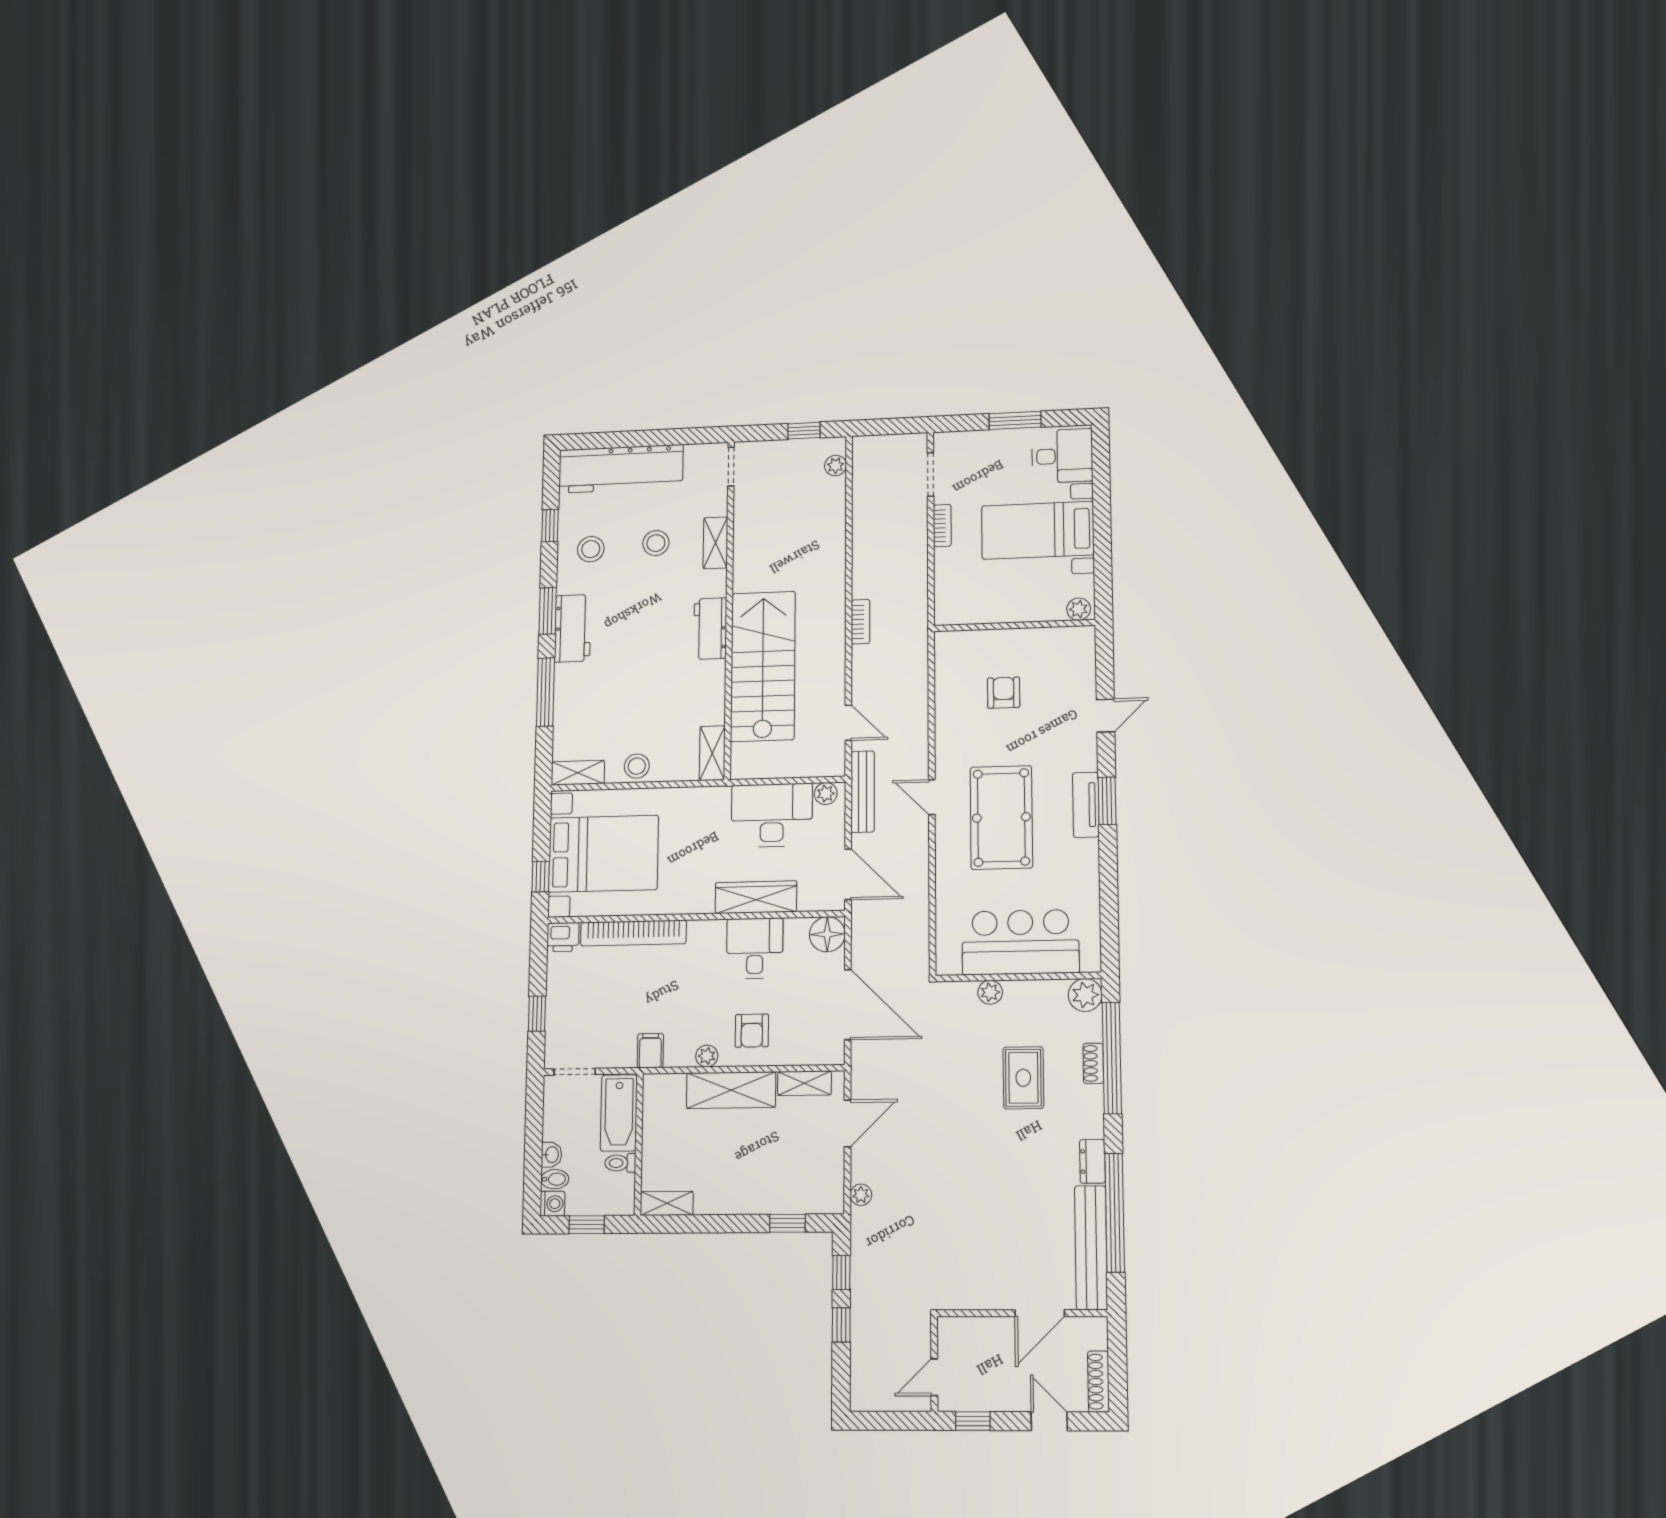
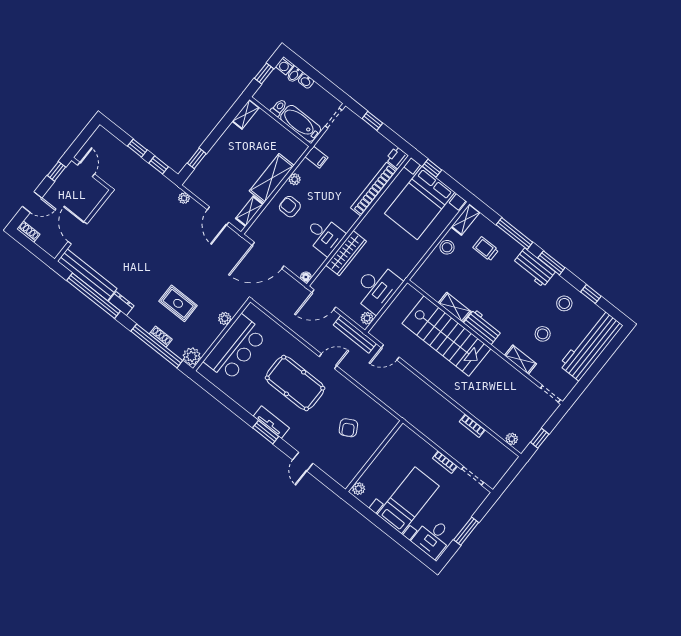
bookcase: (861, 622) -> (472, 426), moved
armchair: (1004, 693) -> (348, 428), turned 61
trolley: (598, 713) -> (486, 249), added
shelving: (712, 753) -> (455, 307), moved
floor lamp: (827, 934) -> (306, 277), width x0.53, depth x0.53
shoe rack: (1098, 1382) -> (28, 232), width x0.70

